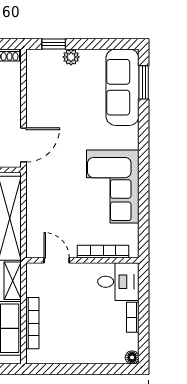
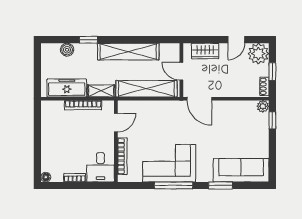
plant: (71, 57) -> (263, 106), moved
window: (144, 82) -> (221, 186), moved
window: (144, 181) -> (173, 186), added
bookcase: (32, 323) -> (83, 105), moved

